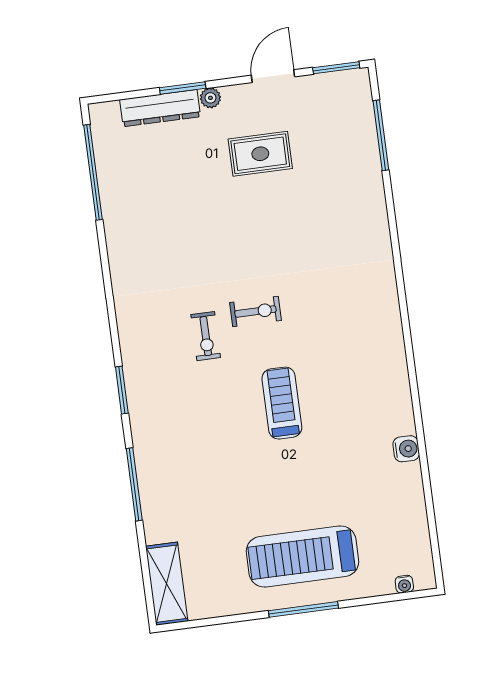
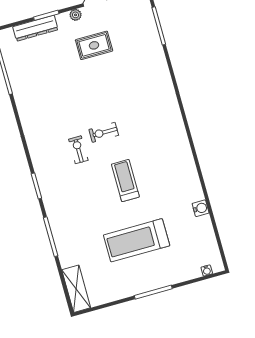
plant: (210, 98) -> (76, 15), moved
exercise bike: (256, 311) -> (104, 132), turned 180
exercise bike: (206, 336) -> (78, 150), turned 180
water cooler: (406, 449) -> (201, 208), moved
treadmill: (302, 556) -> (137, 240), moved

